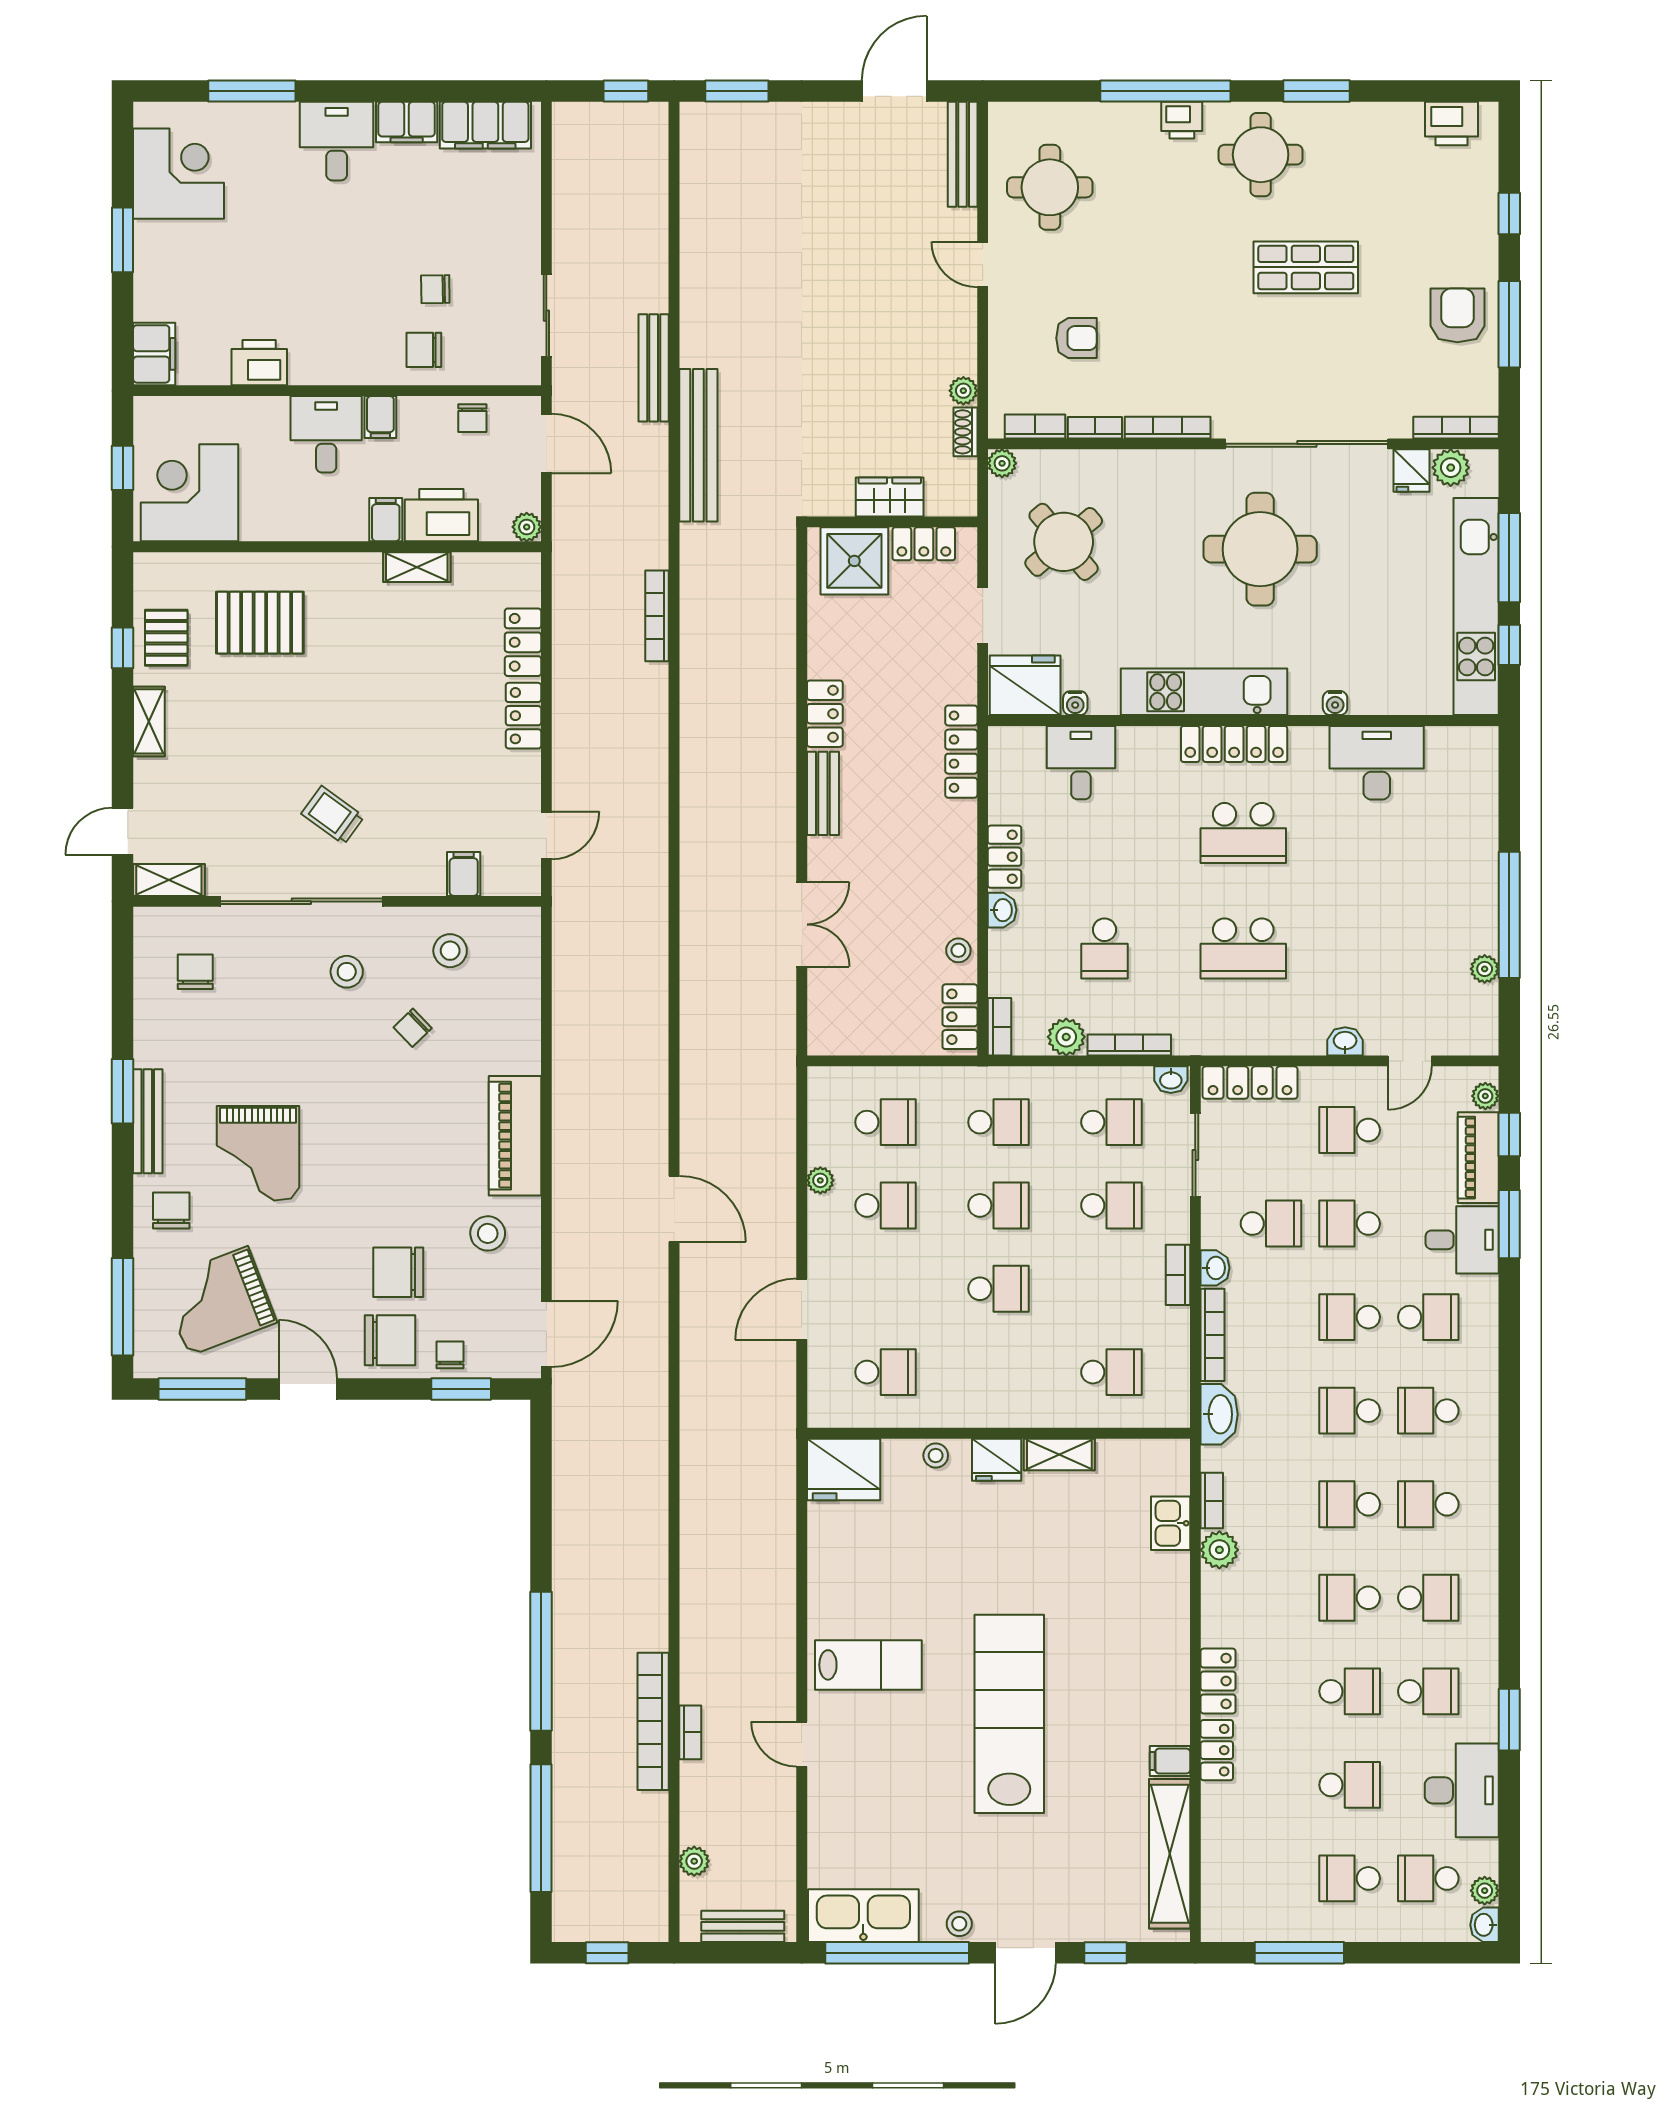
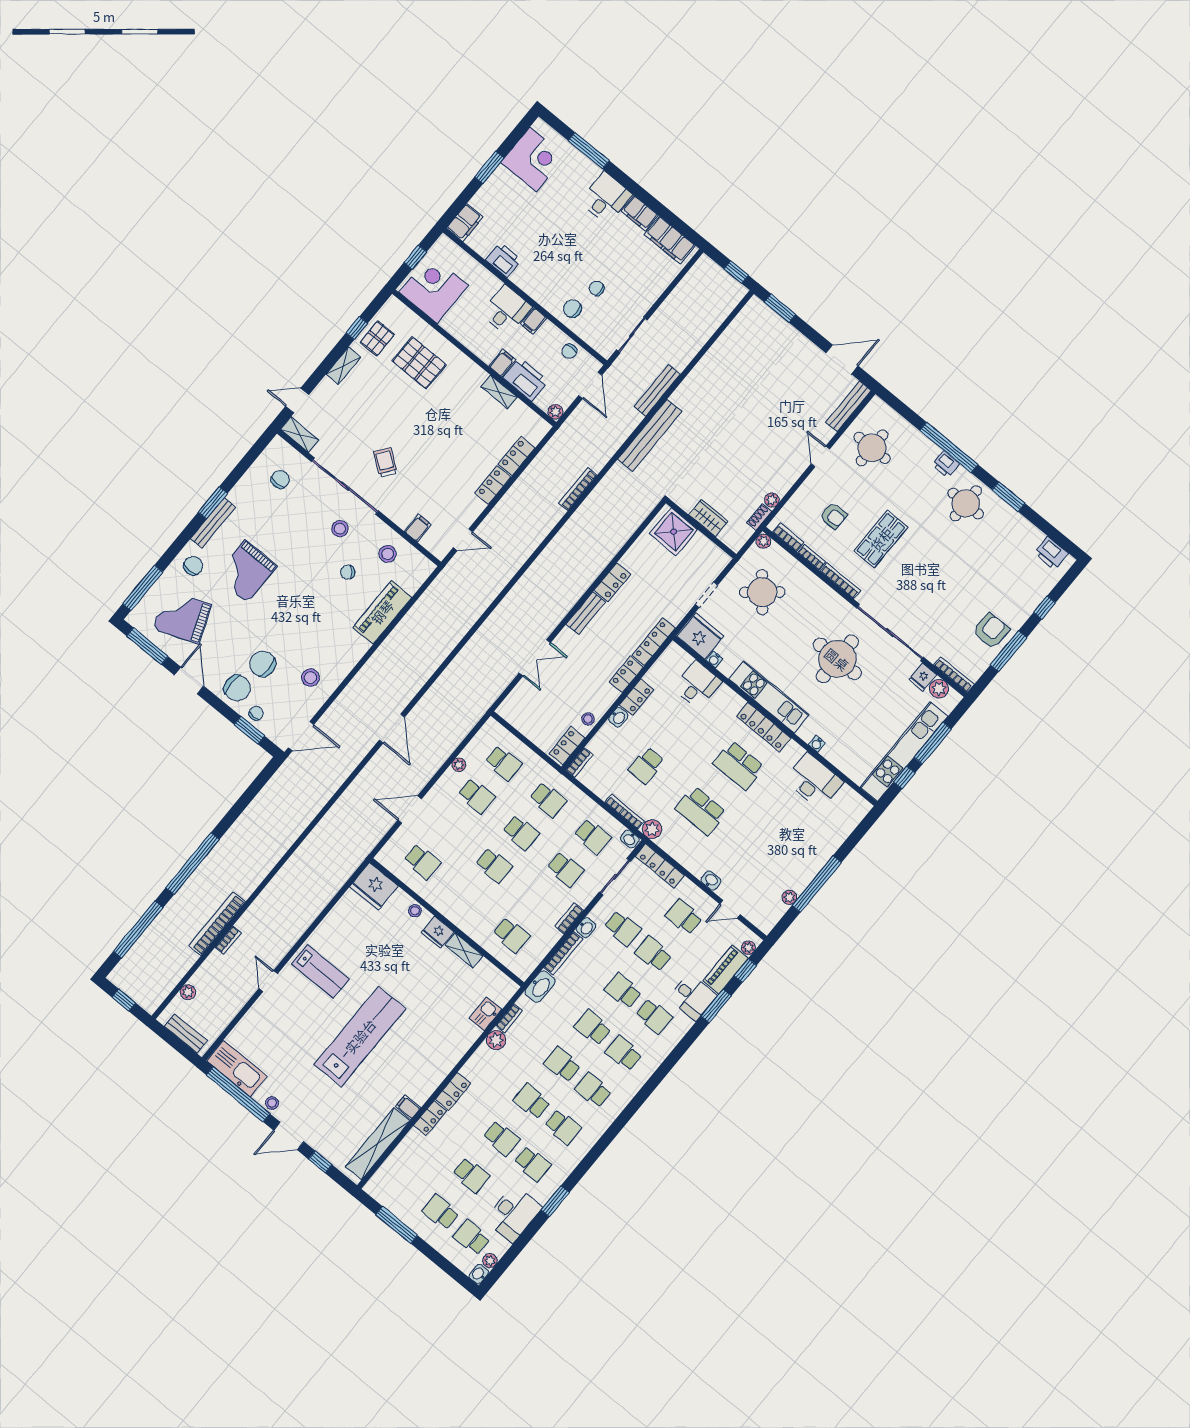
shop shelf: (1306, 267) -> (881, 539), moved, turned 90
locker: (924, 544) -> (626, 674), moved, turned 90
plant: (1066, 1037) -> (652, 829), moved
piano: (515, 1136) -> (382, 612), moved

